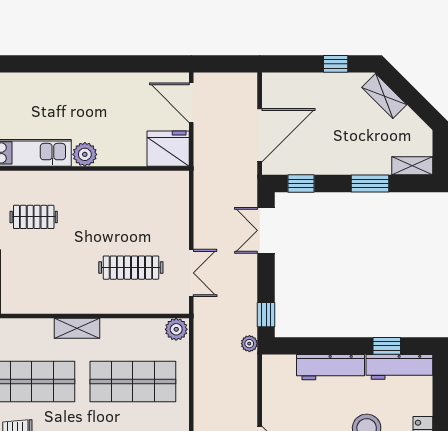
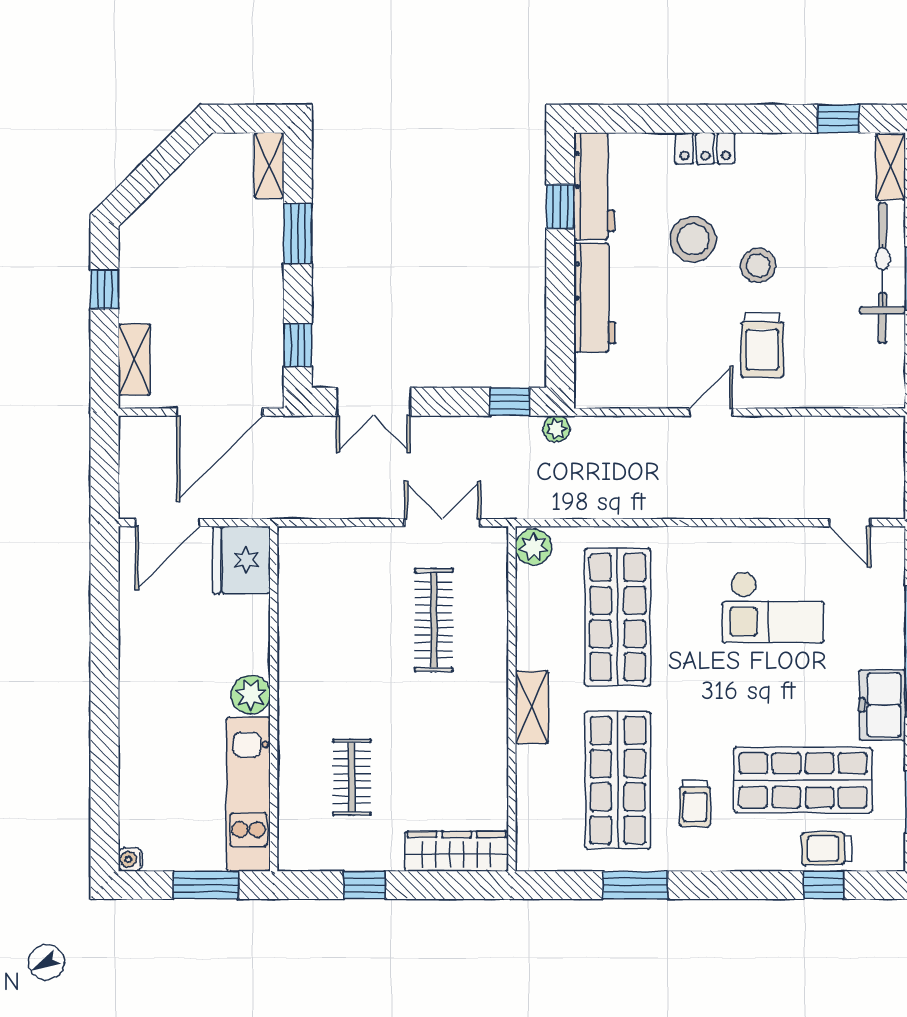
shelving: (384, 96) -> (134, 359), moved, turned -45
door: (260, 135) -> (220, 412), swing flipped

